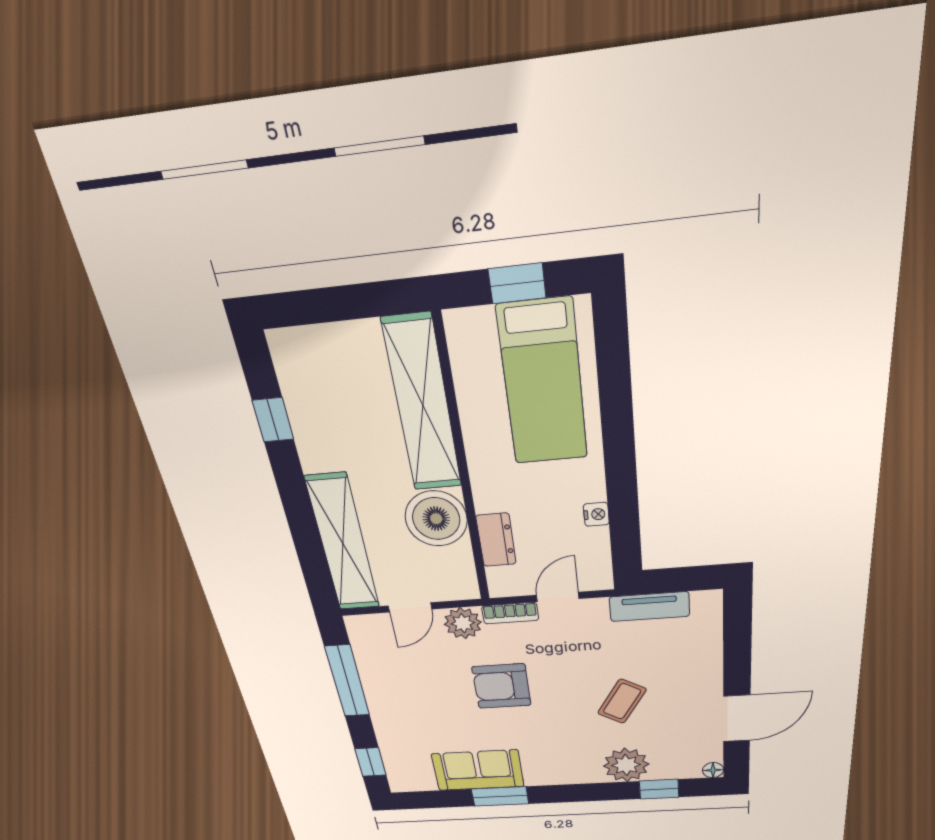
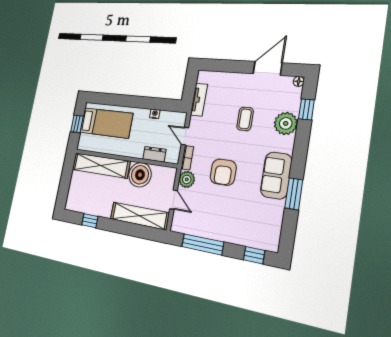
coffee table: (622, 701) -> (245, 119), turned 59
door: (737, 718) -> (268, 68), hinge flipped
sofa: (478, 770) -> (276, 175), moved

